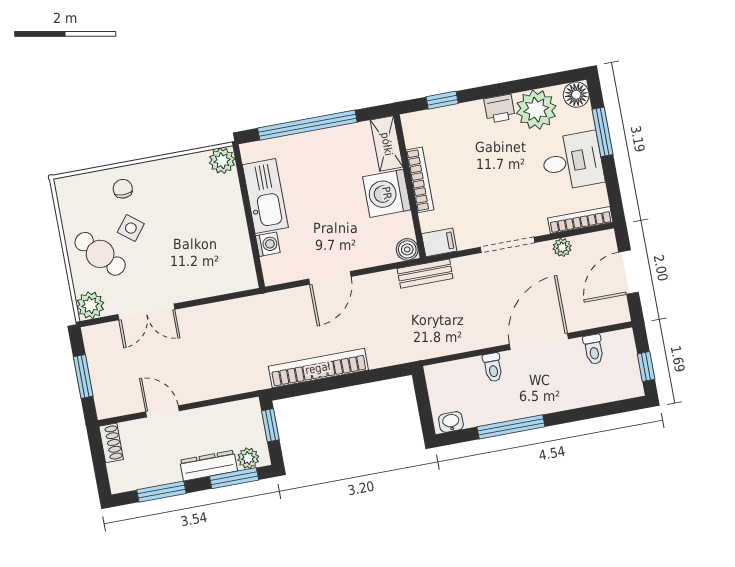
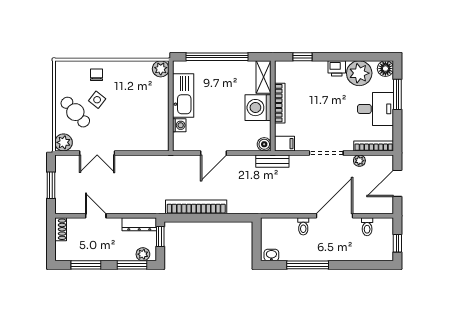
dresser: (209, 466) -> (139, 224), moved, turned 180

